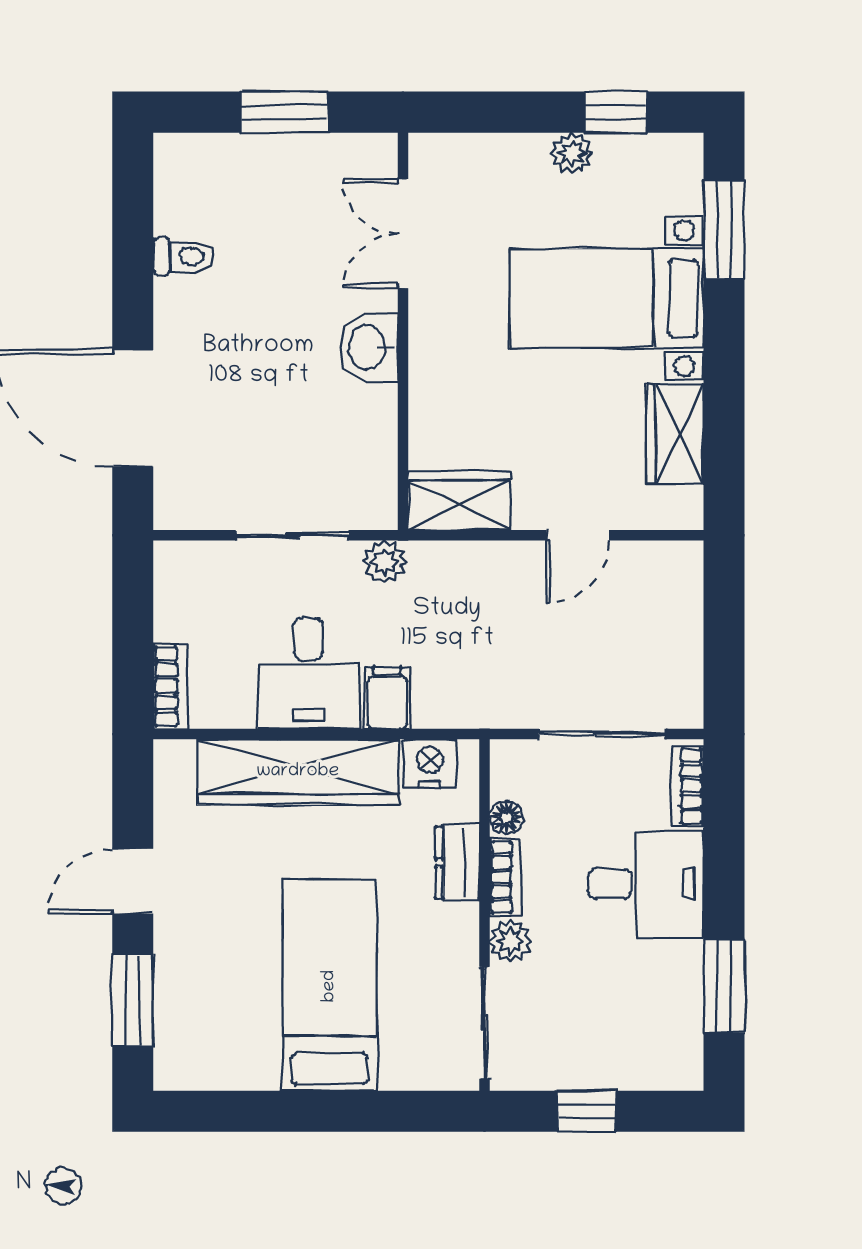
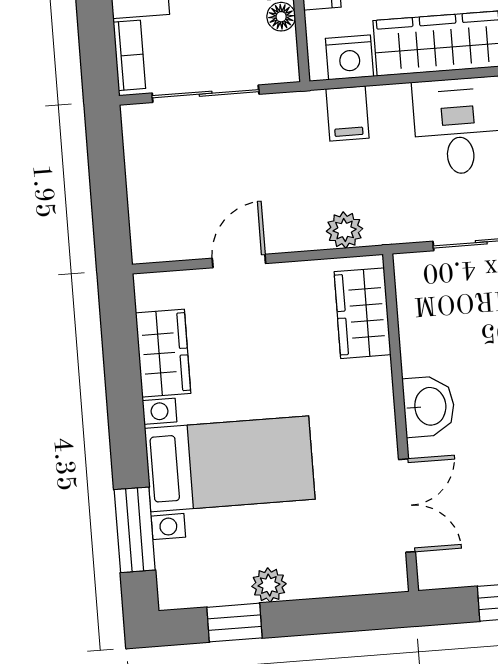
wardrobe: (459, 500) -> (363, 313), moved, turned 90
plant: (384, 562) -> (345, 230), moved
filing cabinet: (387, 698) -> (347, 113), moved

